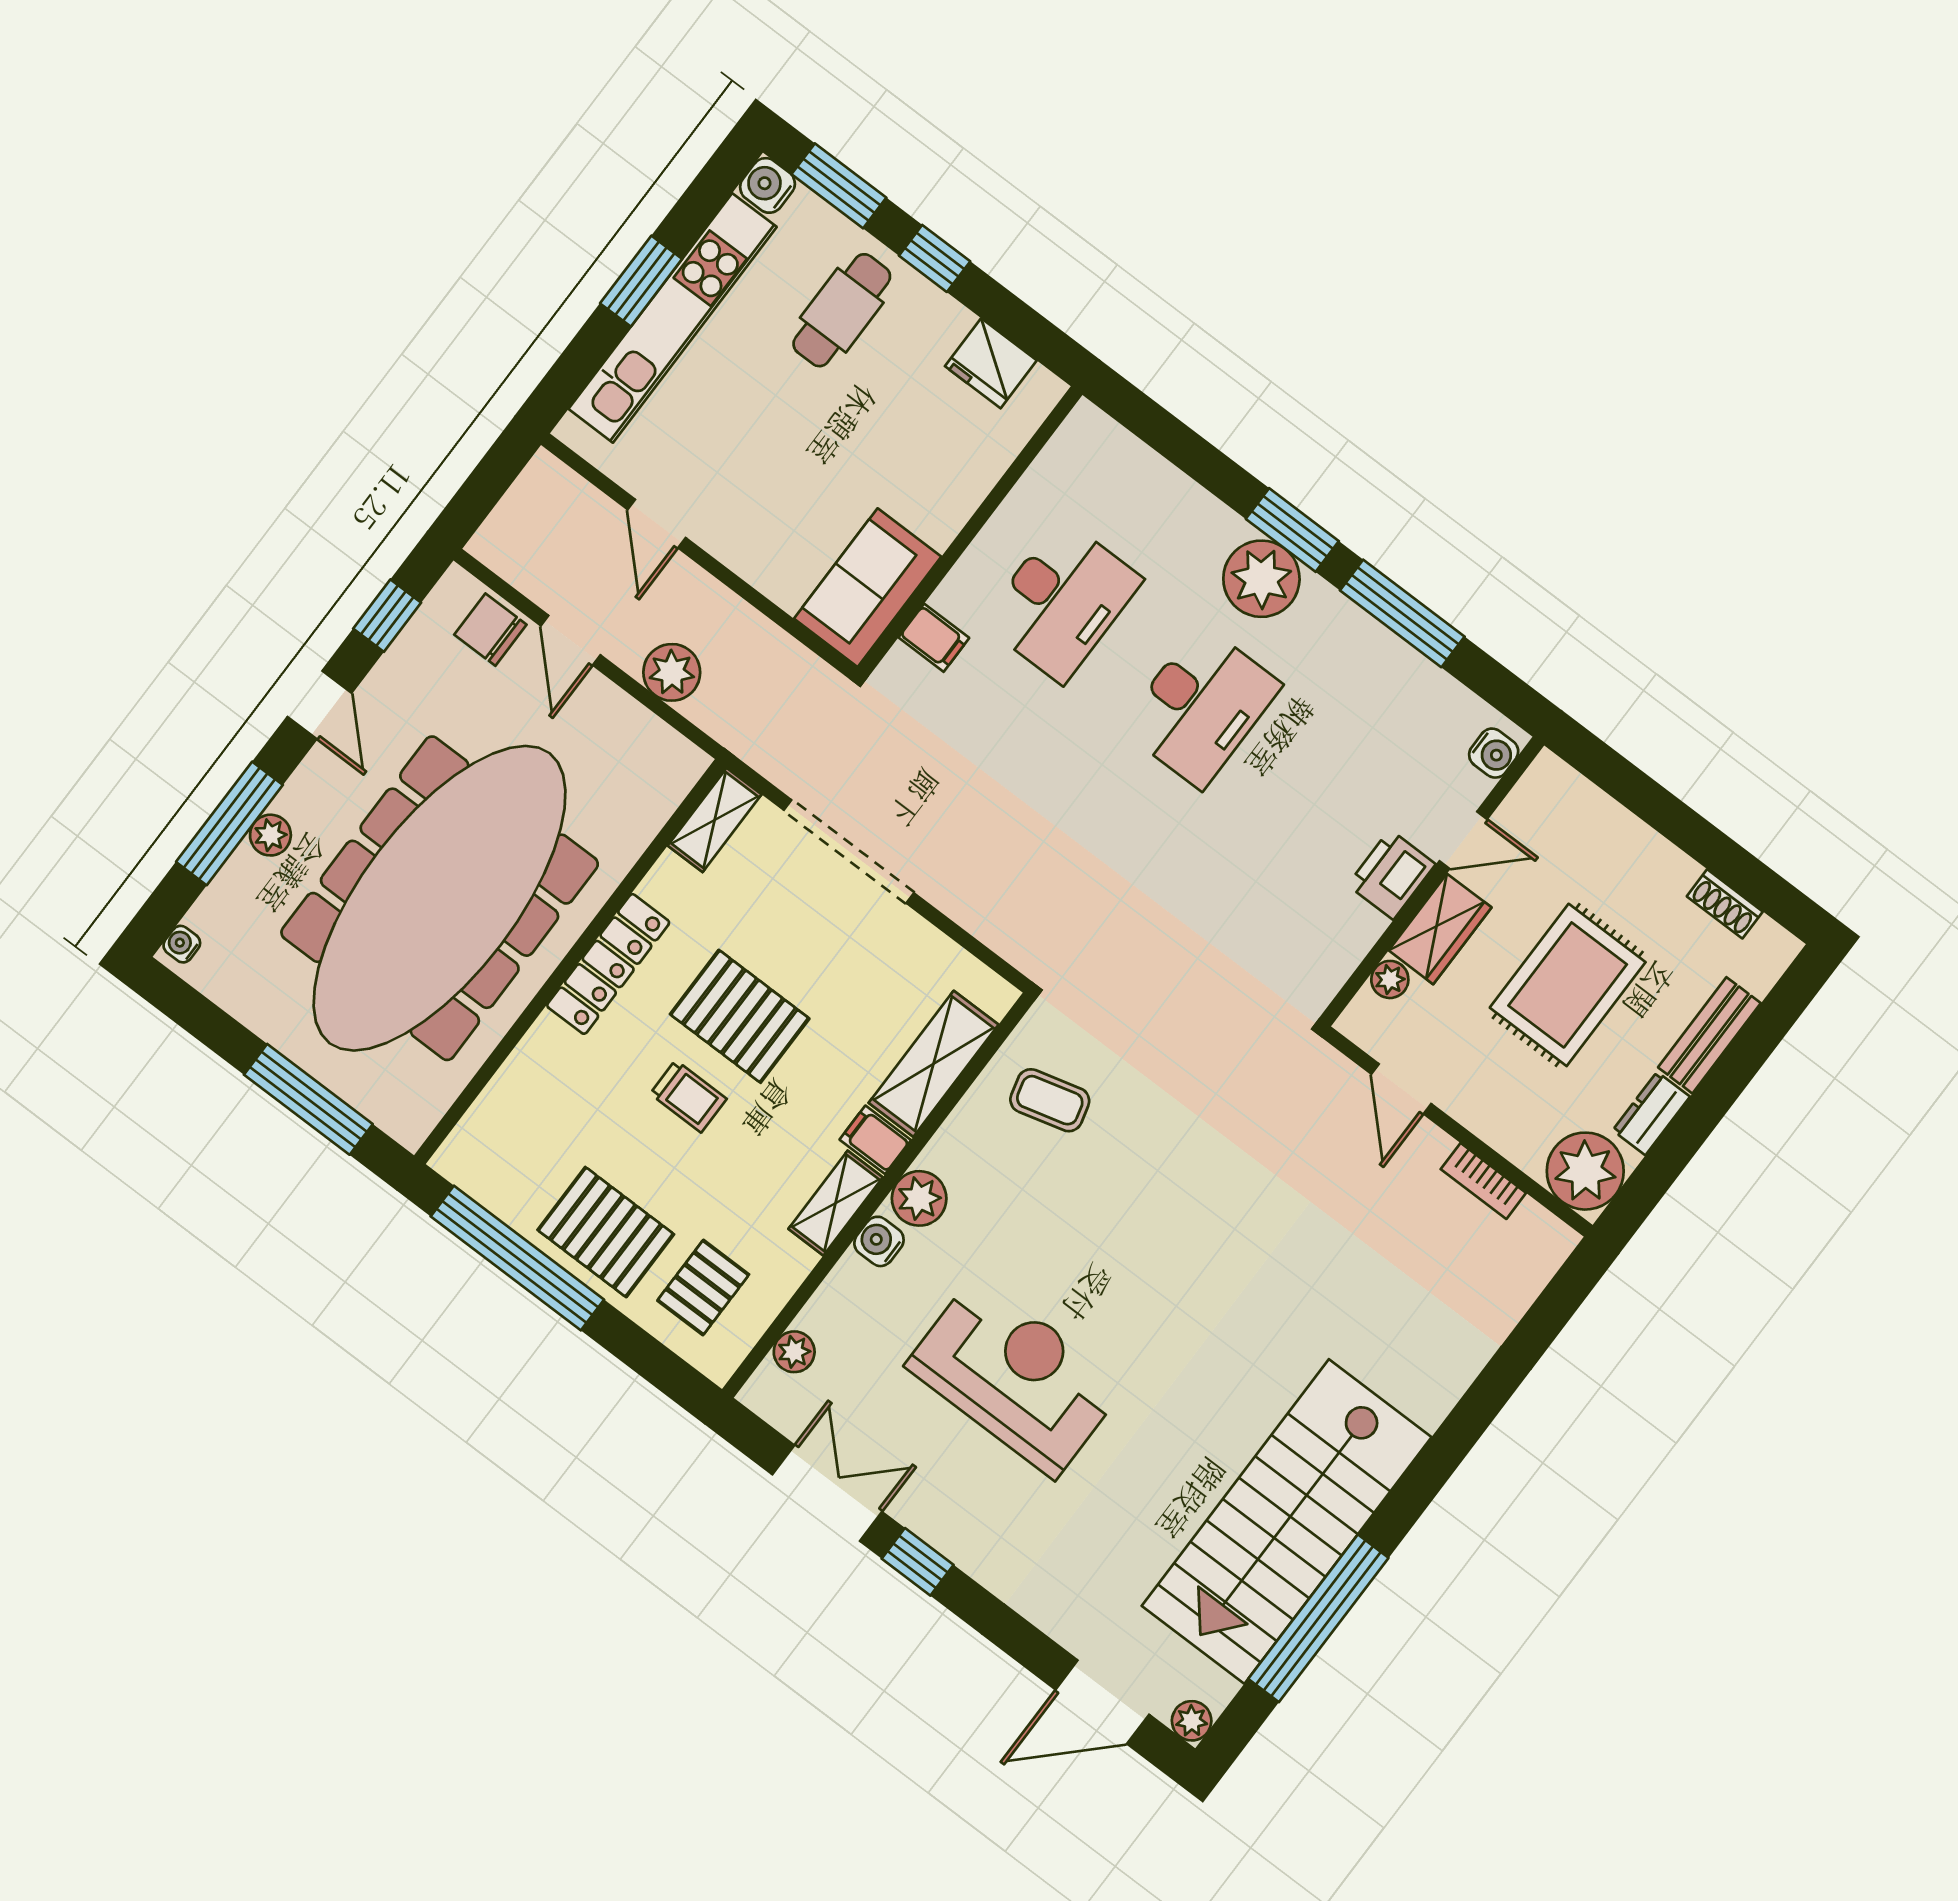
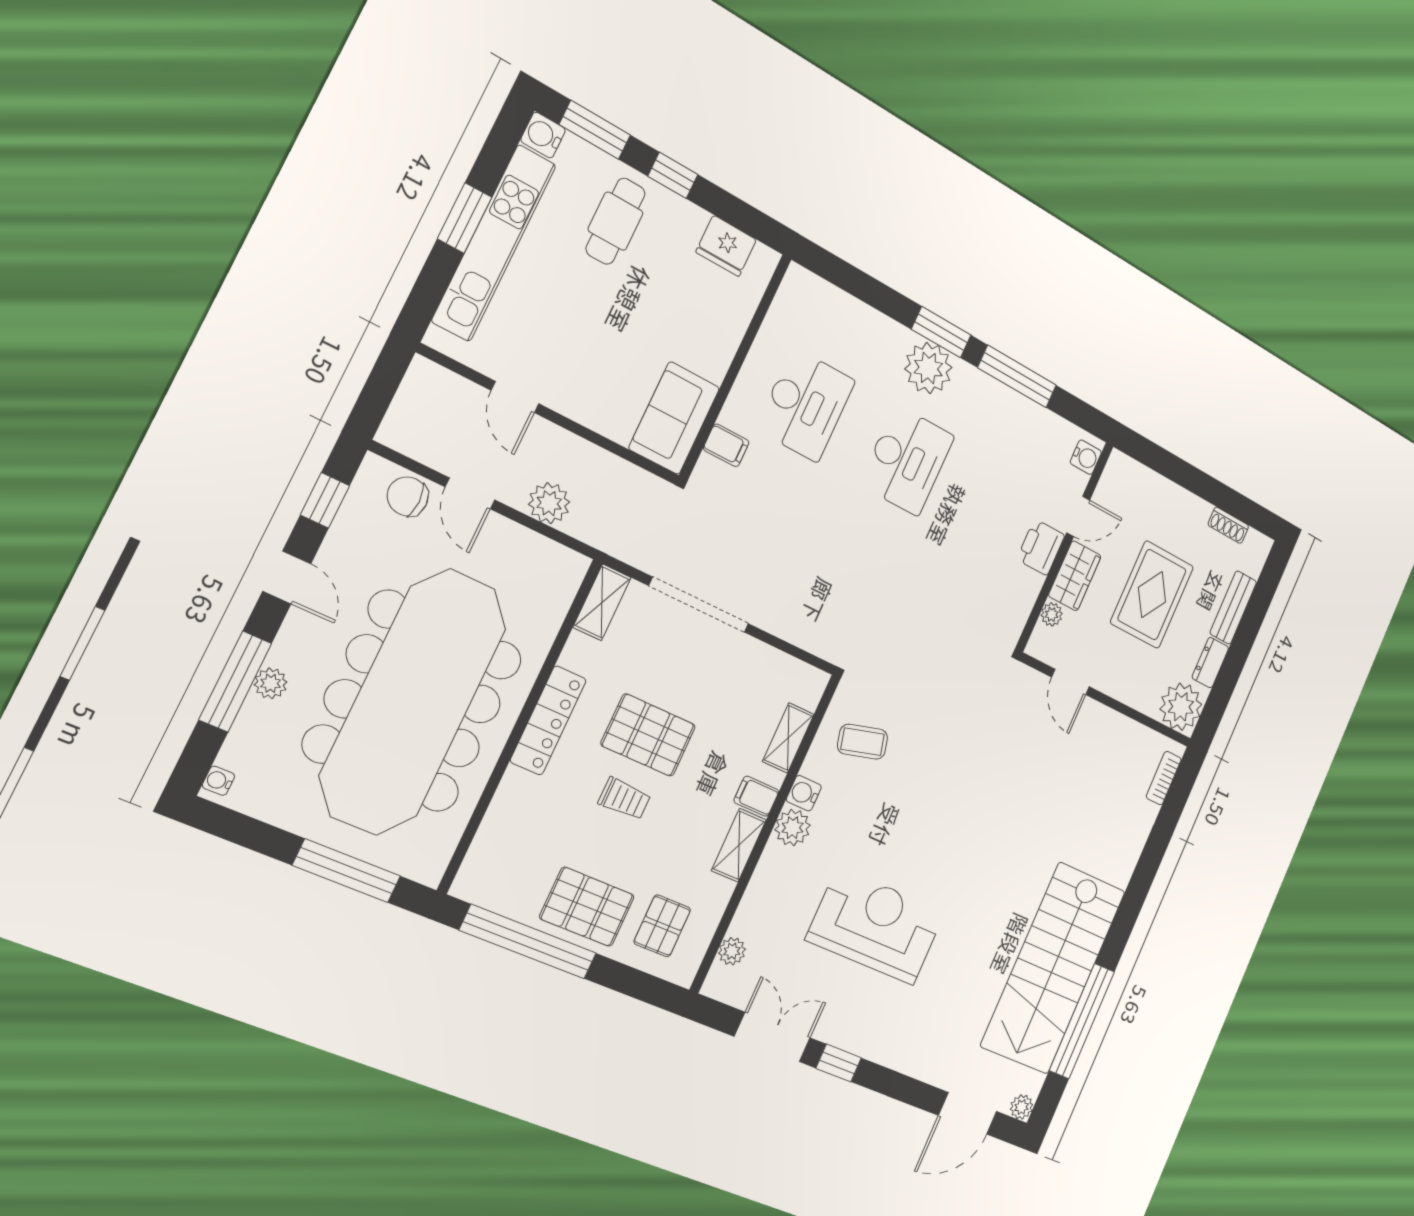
shelving: (934, 1064) -> (788, 738), width x0.67, depth x0.75
bookcase: (1483, 1181) -> (1164, 778), moved, turned 90
water cooler: (879, 1241) -> (804, 793), moved

